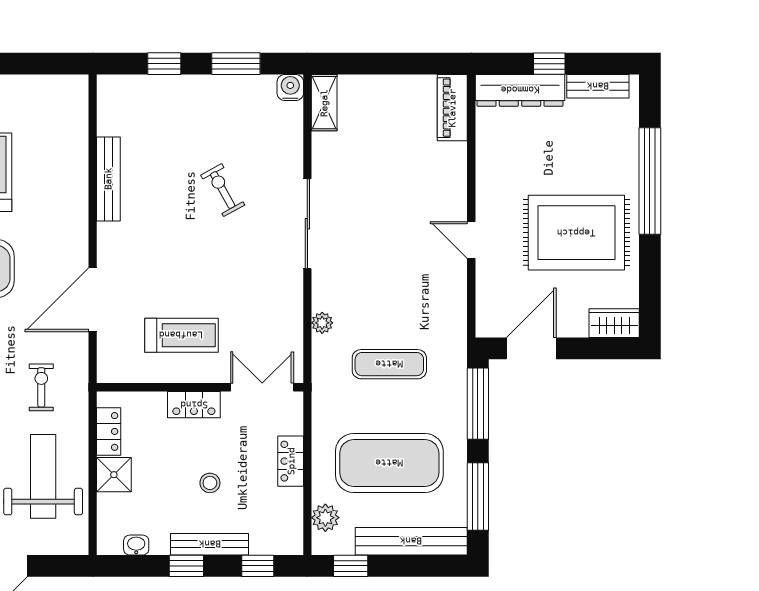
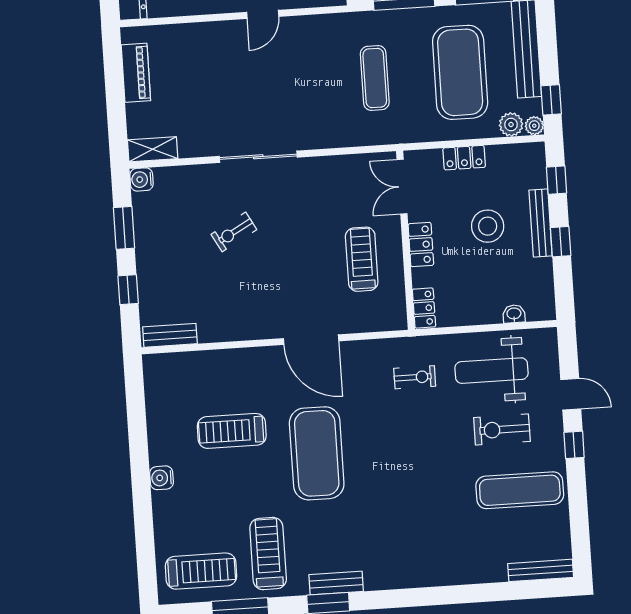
piano: (452, 108) -> (136, 73), moved, turned -90
bench: (108, 179) -> (170, 335), moved, width x0.73
door: (93, 300) -> (311, 340), moved
plant: (322, 323) -> (534, 126), moved
exercise bike: (41, 387) -> (415, 377), turned 180
locker: (109, 431) -> (424, 308), moved, turned 90
shower: (114, 475) -> (486, 310), removed
stool: (210, 483) -> (488, 226), width x1.89, depth x1.89
washbasin: (136, 545) -> (514, 314), moved, turned 90

